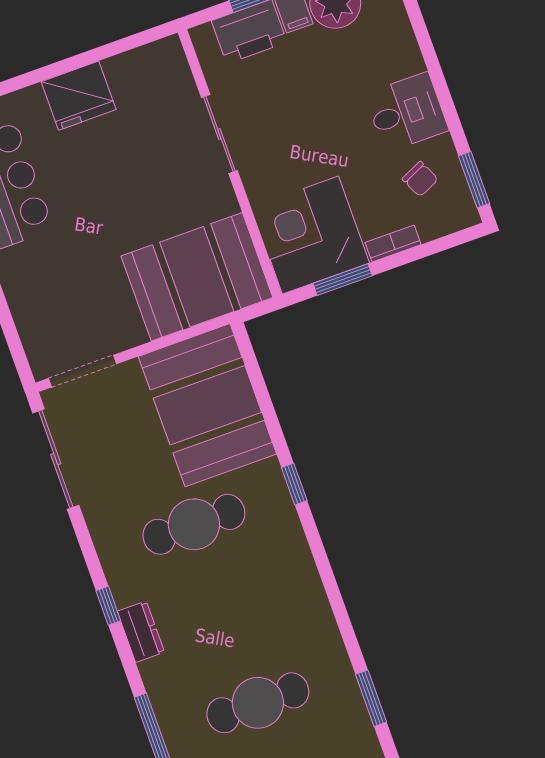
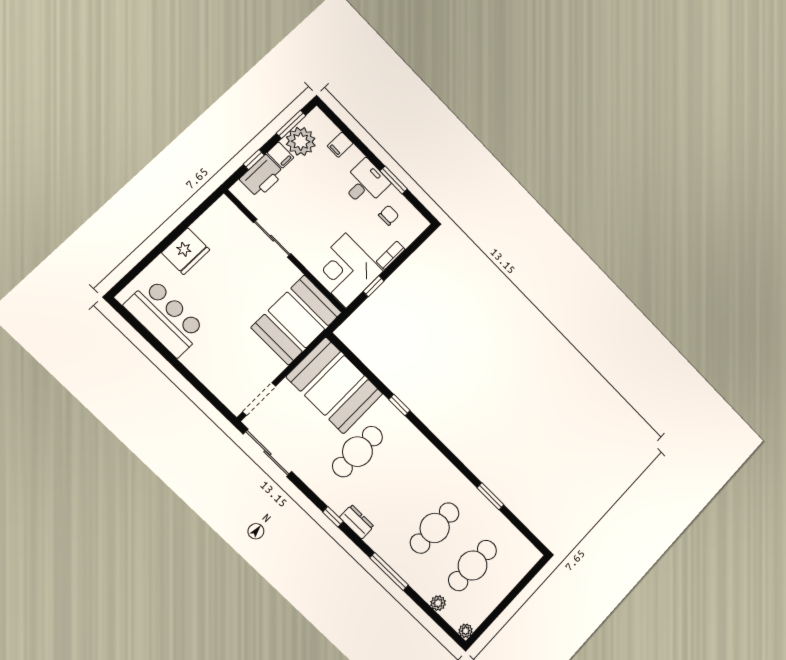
filing cabinet: (395, 35) -> (340, 145), added
chair: (420, 179) -> (389, 215), turned -65
window: (474, 180) -> (394, 180), moved
window: (343, 280) -> (374, 286), width x0.67

